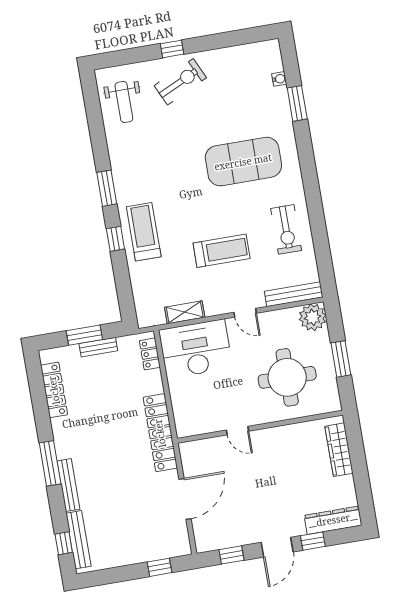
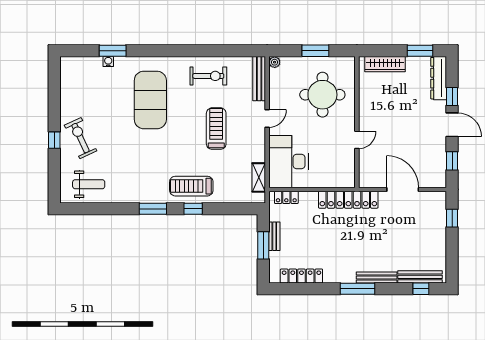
water cooler: (279, 79) -> (108, 62), moved
shelving: (185, 312) -> (259, 177), moved
plant: (313, 317) -> (275, 62), width x0.53, depth x0.53
window: (363, 491) -> (420, 51), added

